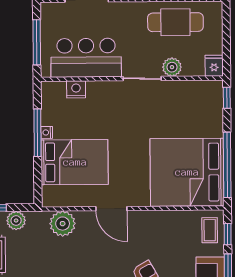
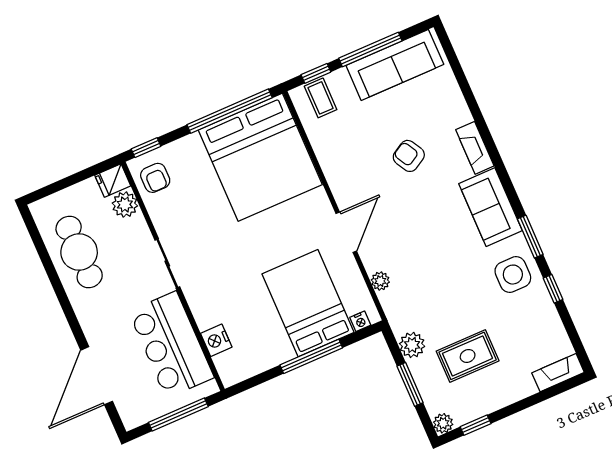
plant: (172, 67) -> (125, 205), moved
armchair: (204, 95) -> (155, 178), added
nightstand: (47, 132) -> (360, 321), moved
window: (37, 133) -> (311, 356), moved
plant: (63, 224) -> (380, 281), width x0.53, depth x0.53
coffee table: (210, 230) -> (321, 98), turned 90

